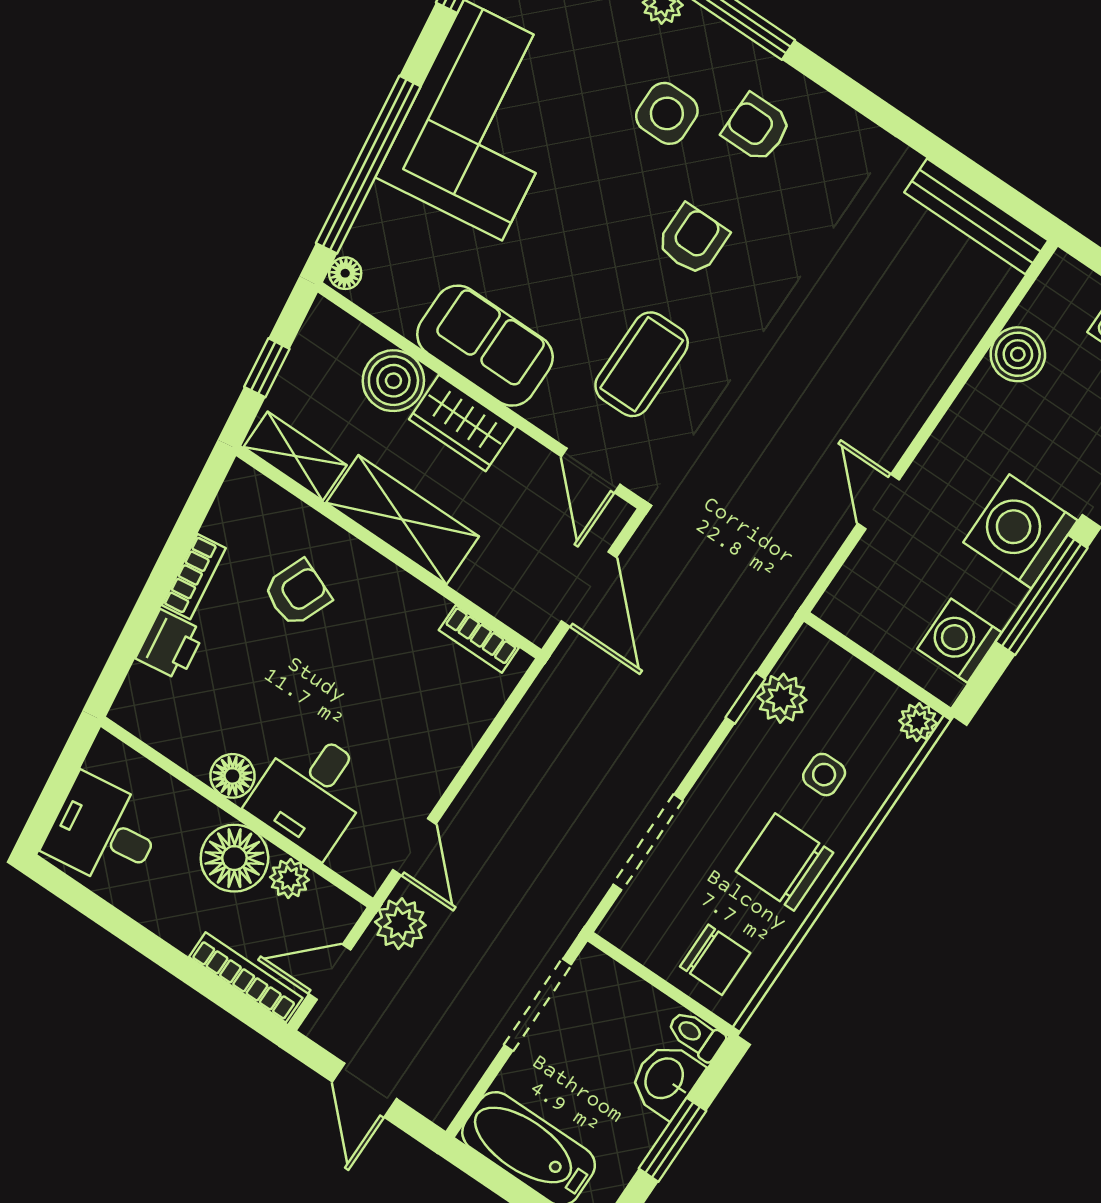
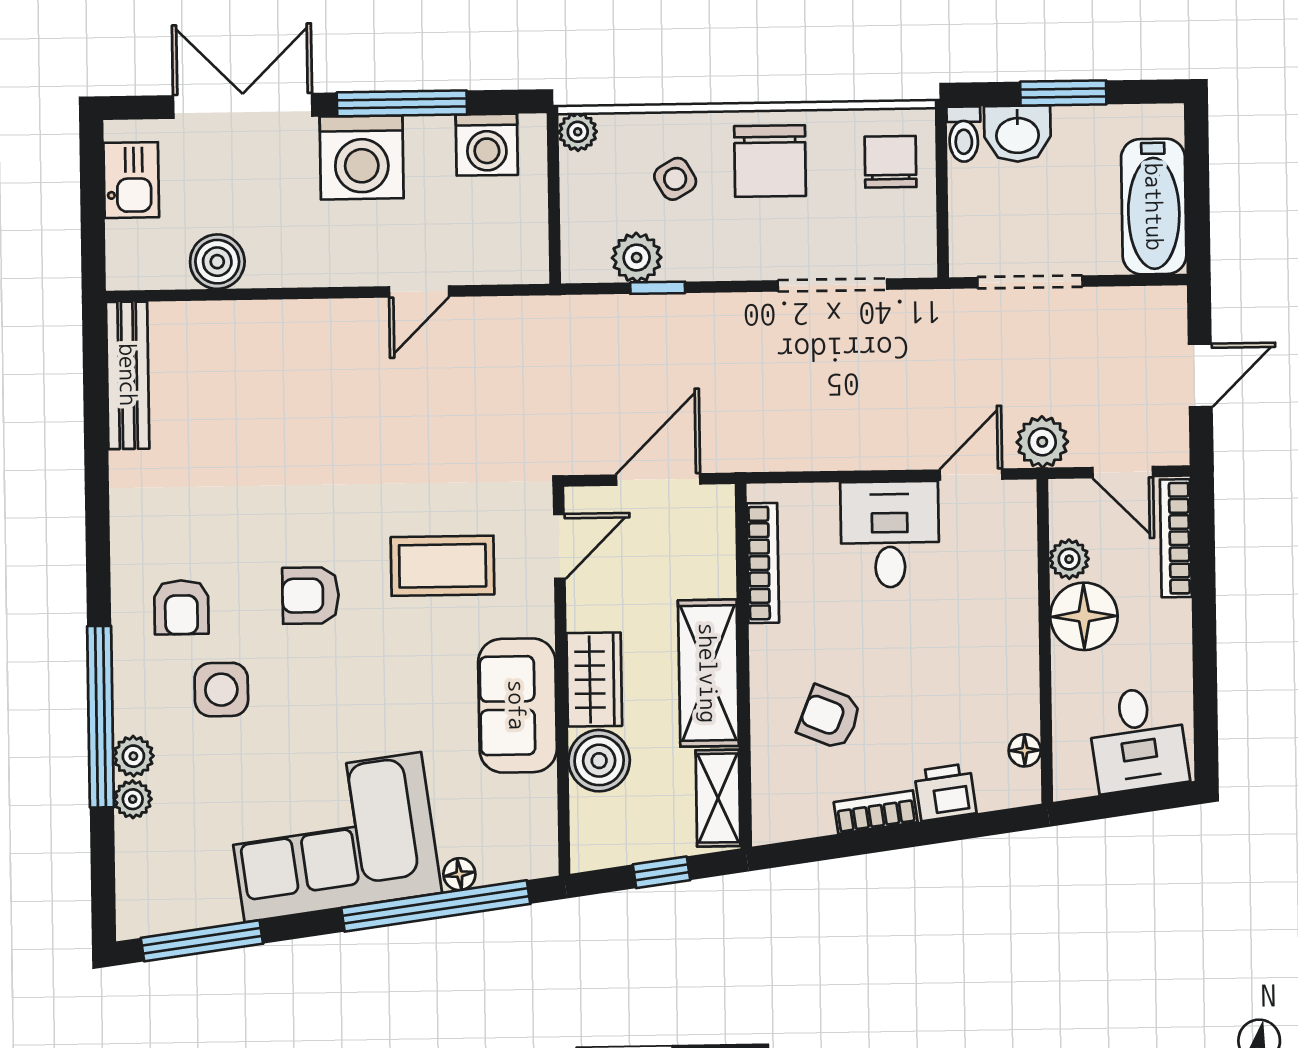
floor lamp: (345, 273) -> (459, 874), moved
bookcase: (479, 639) -> (763, 563), width x1.56
side table: (824, 775) -> (675, 179), turned -30
floor lamp: (233, 776) -> (1025, 750), moved, width x0.73, depth x0.73
desk: (311, 792) -> (890, 534), moved, turned -90

